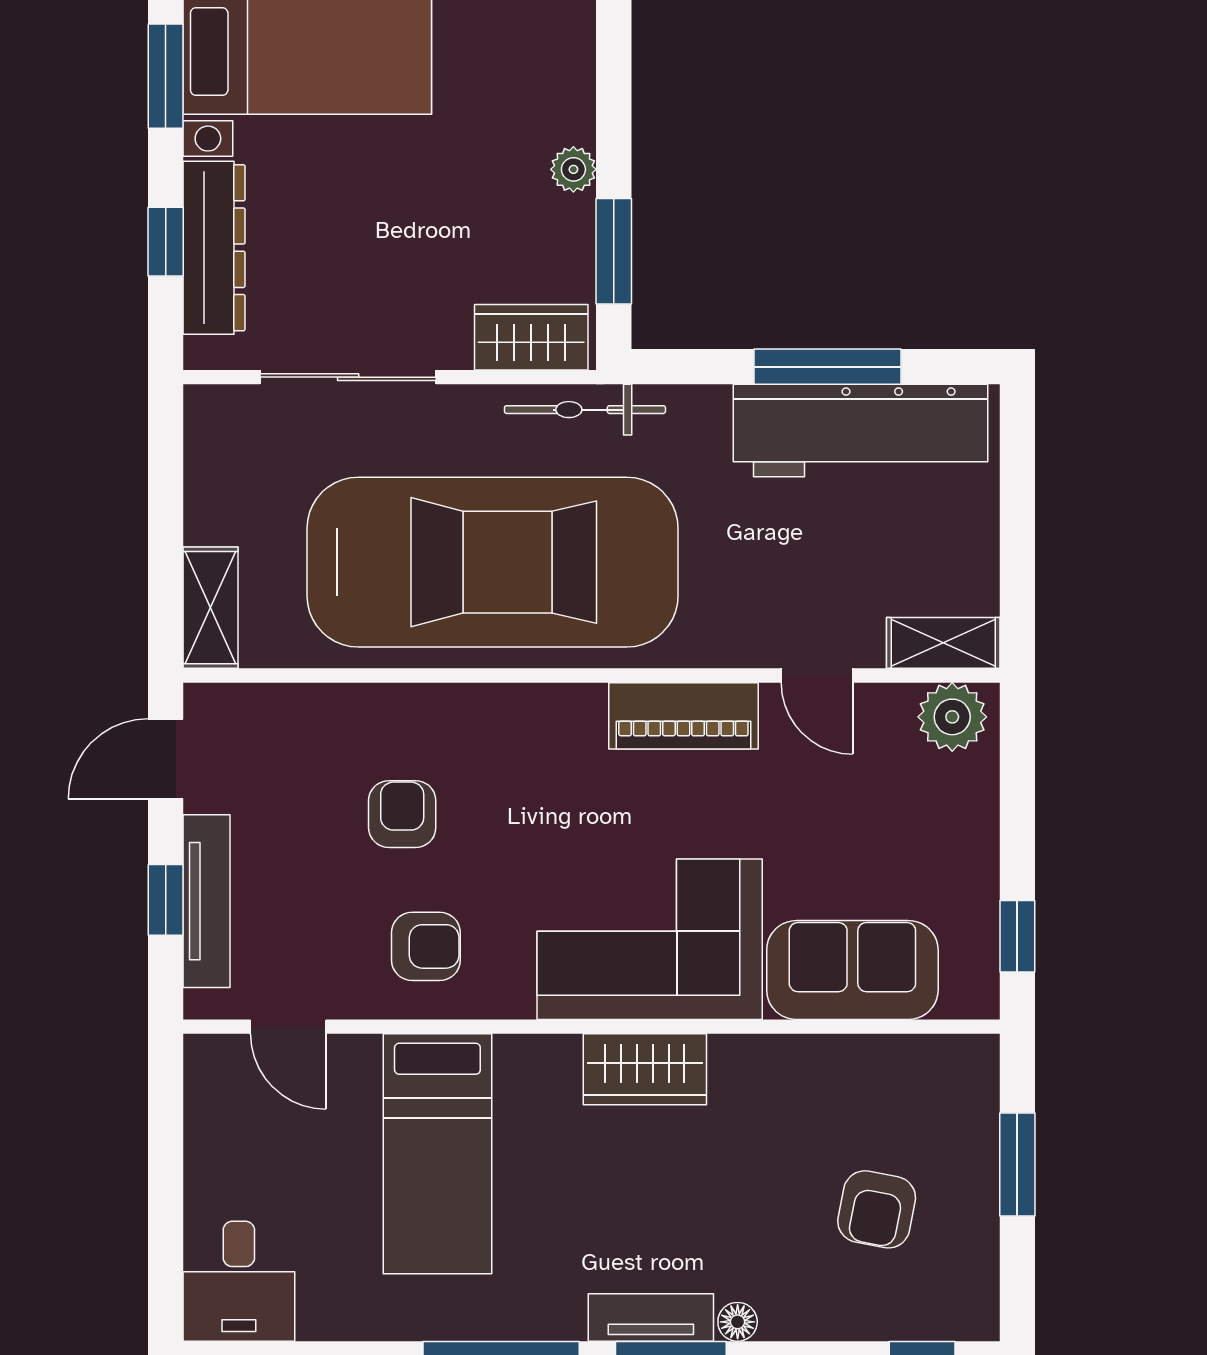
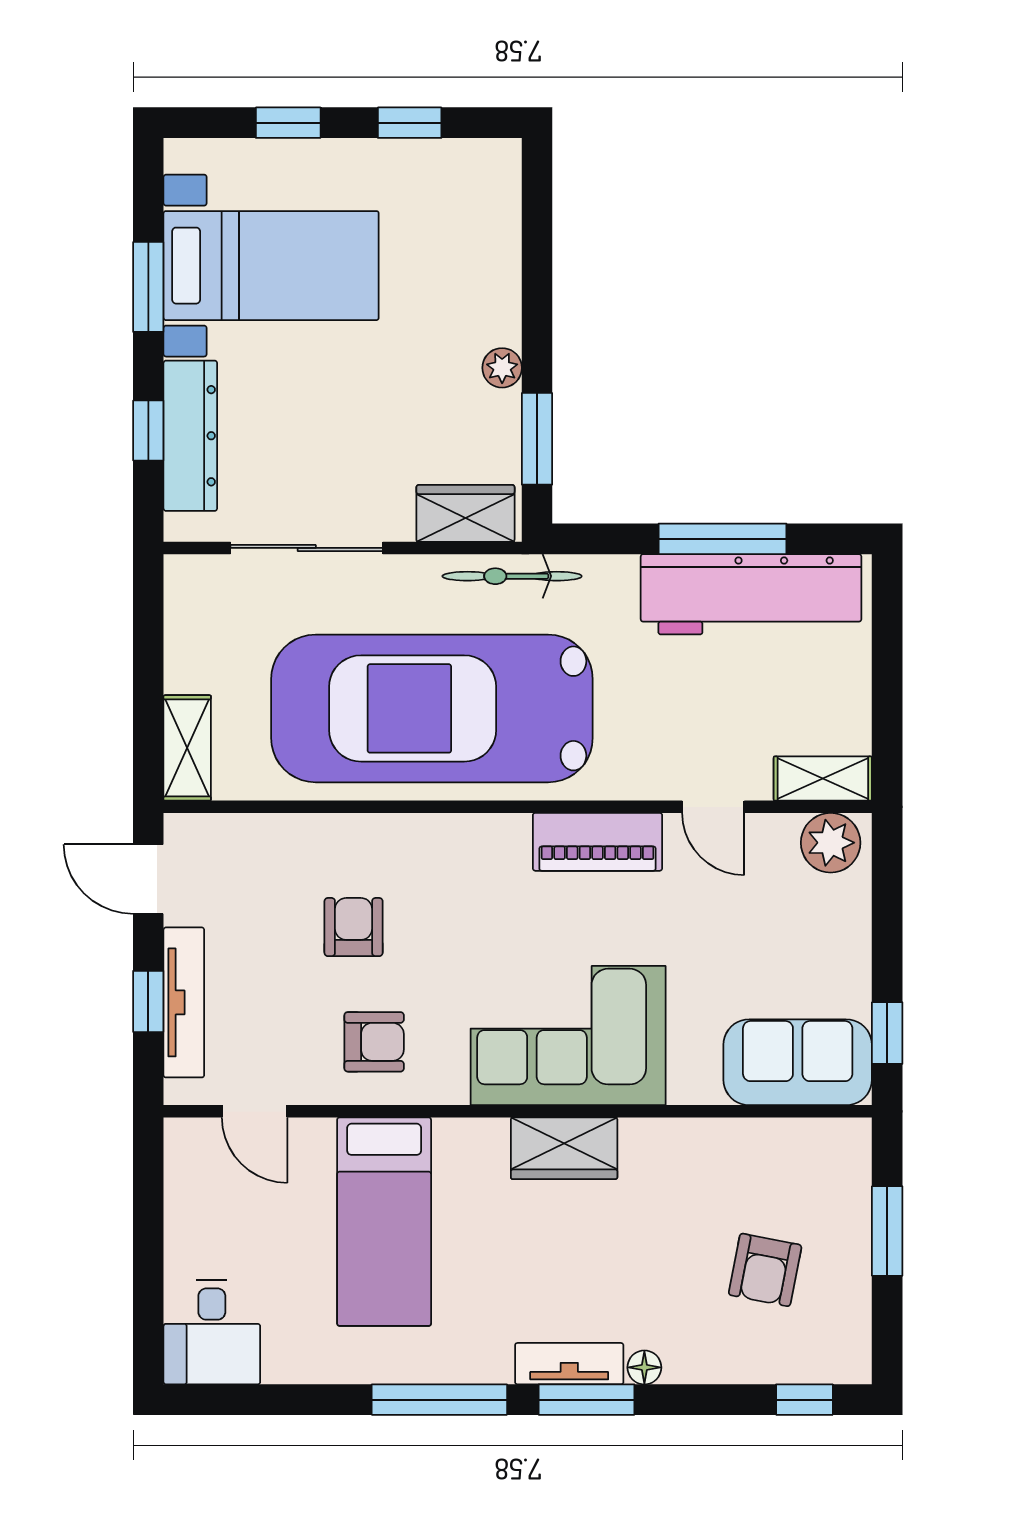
car: (493, 562) -> (432, 708), turned 180
door: (166, 759) -> (148, 879), hinge flipped
sofa: (852, 970) -> (798, 1062), moved

